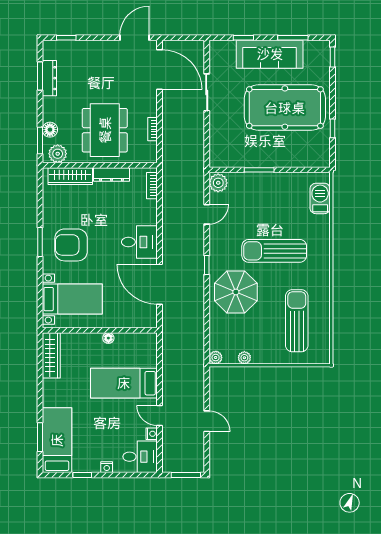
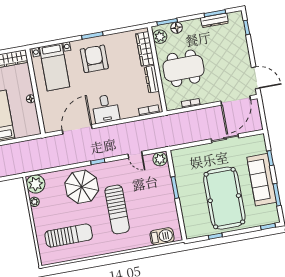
sun lounger: (274, 251) -> (117, 209), turned 180
plant: (216, 358) -> (36, 184), width x1.88, depth x1.88

